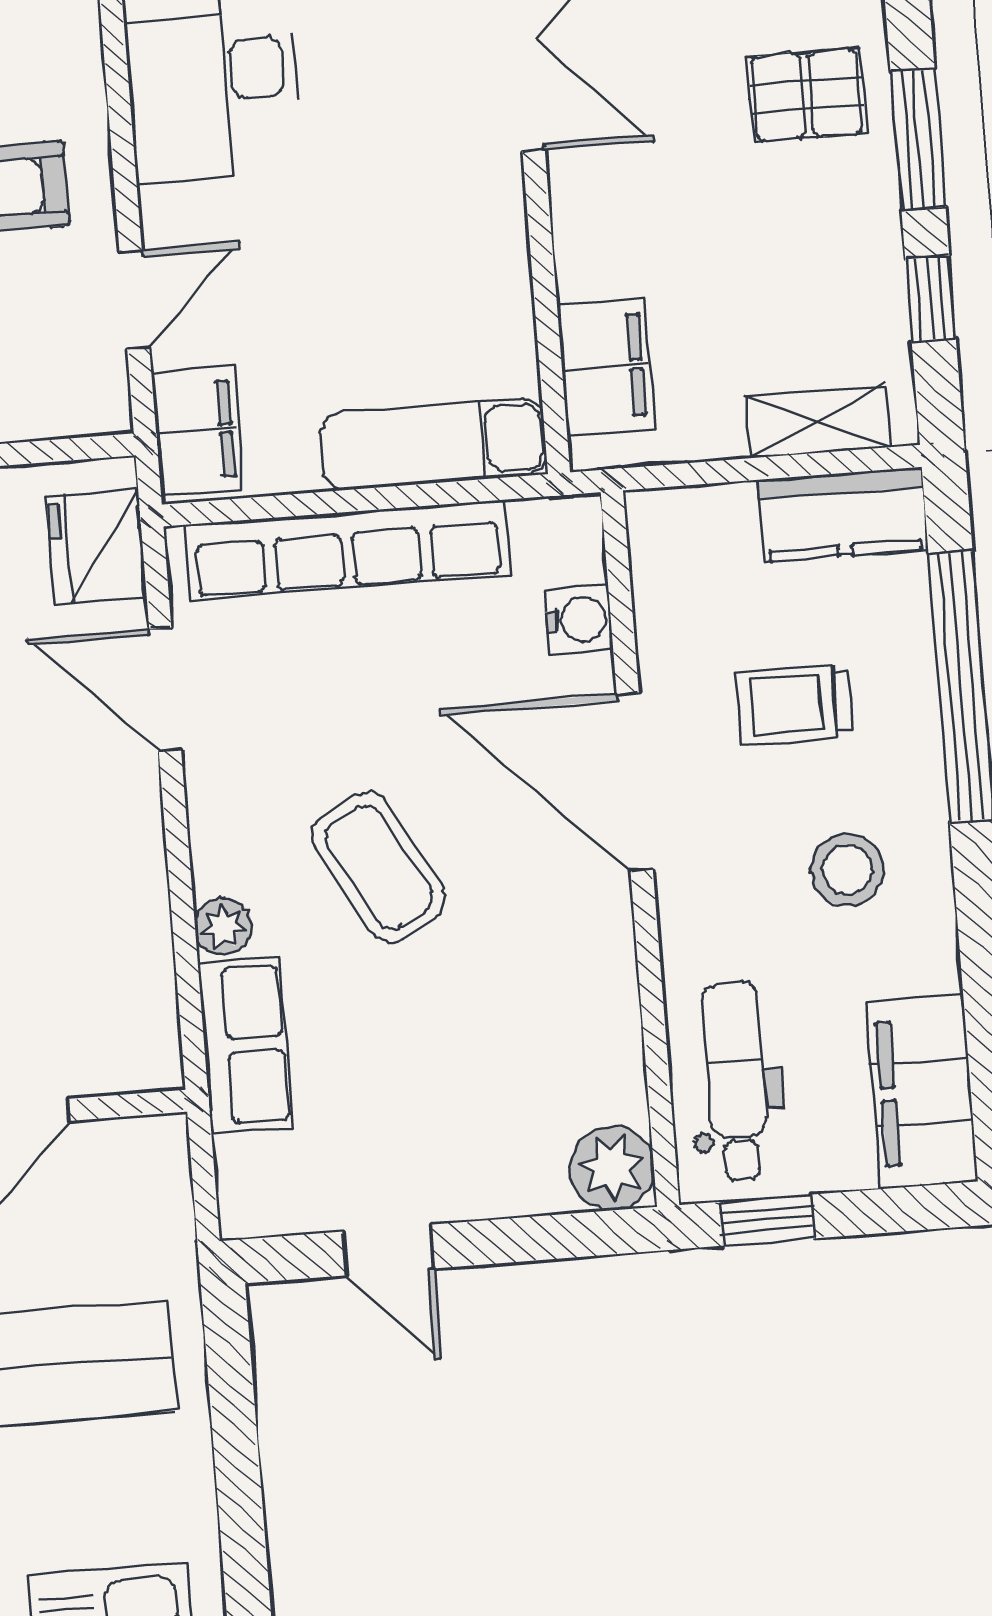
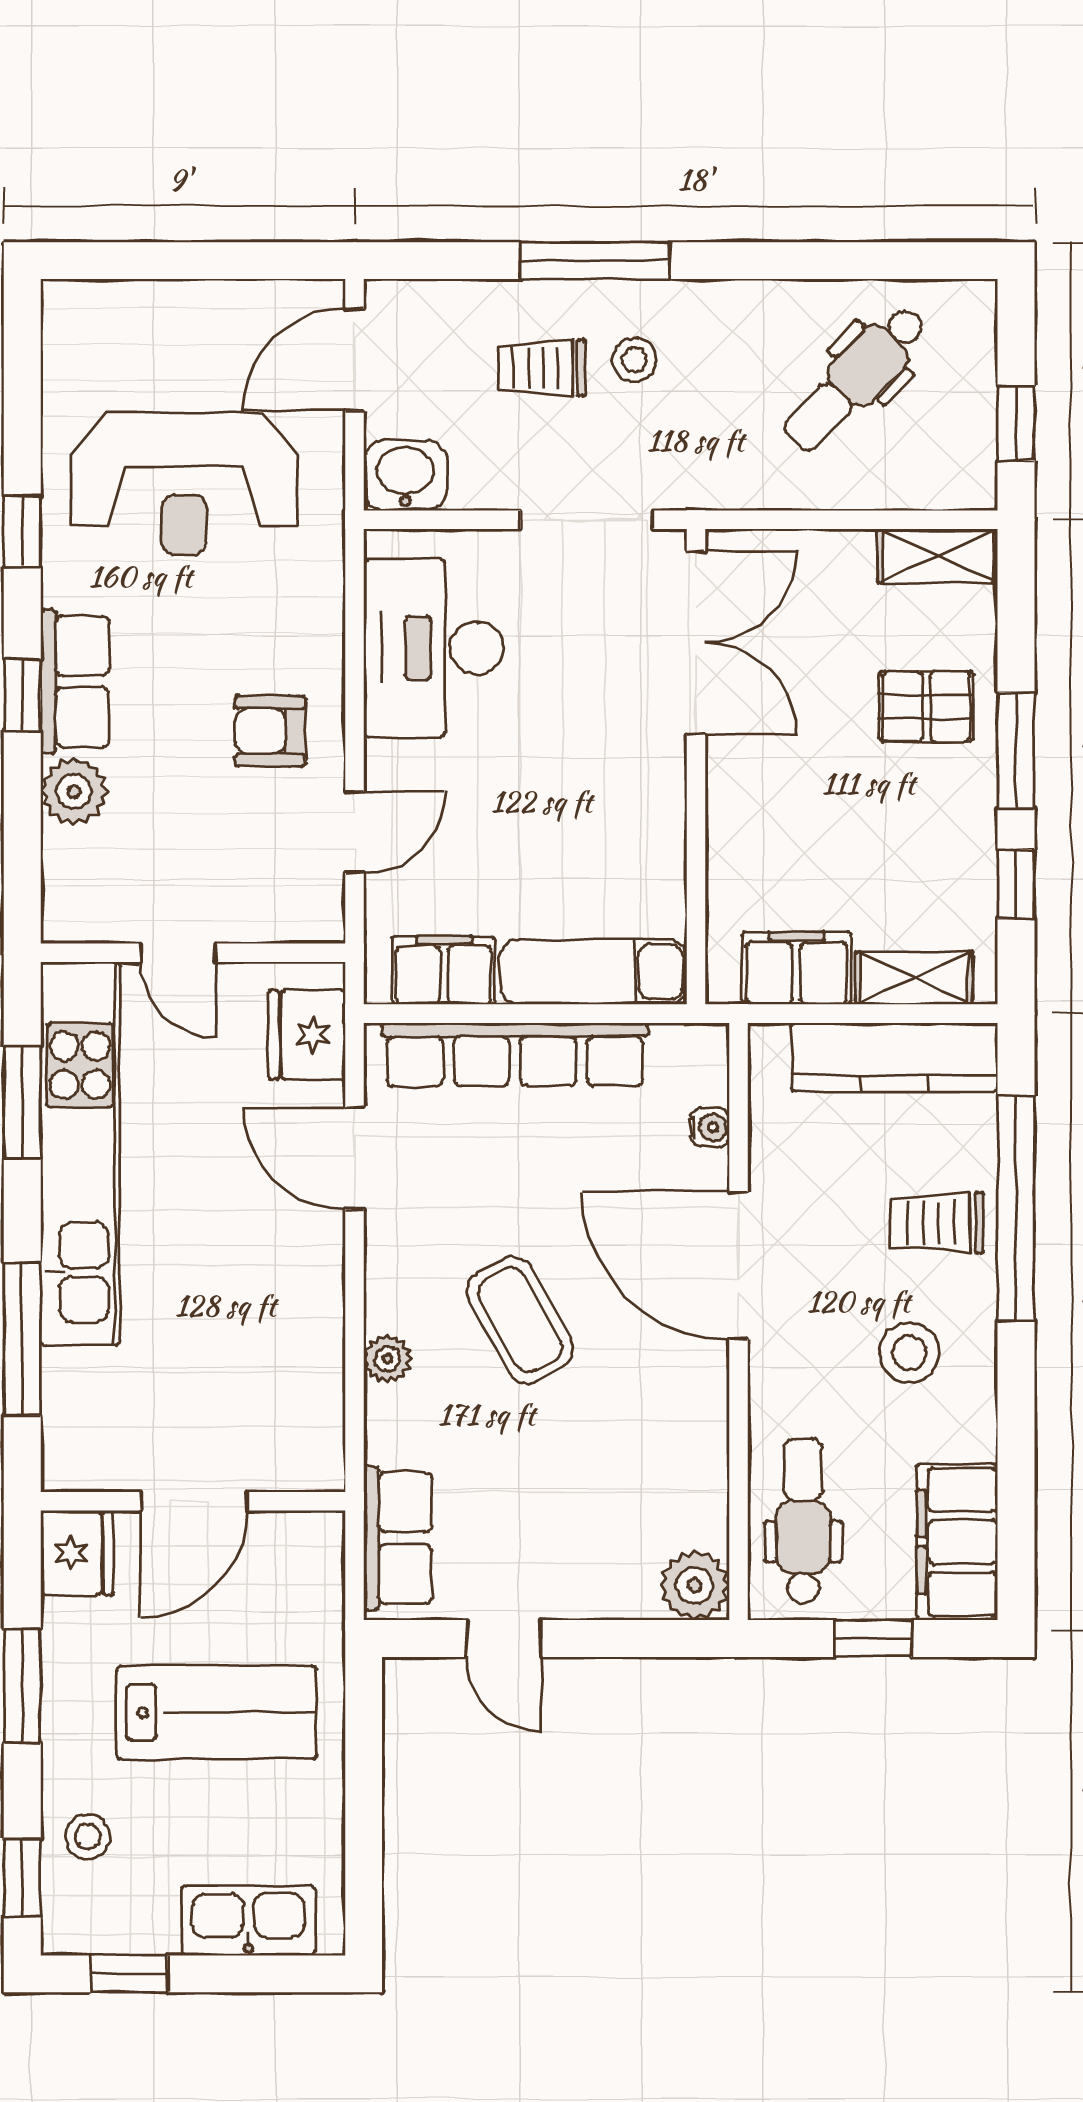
filing cabinet: (606, 367) -> (796, 968), moved, turned -90
filing cabinet: (197, 431) -> (444, 970), moved, turned -90
kitchen counter: (843, 514) -> (895, 1057), width x1.50
water cooler: (578, 620) -> (710, 1127), width x0.72, depth x0.72
trolley: (795, 704) -> (937, 1223), moved
row of seats: (245, 1045) -> (398, 1538), moved
window: (767, 1220) -> (874, 1639), moved

